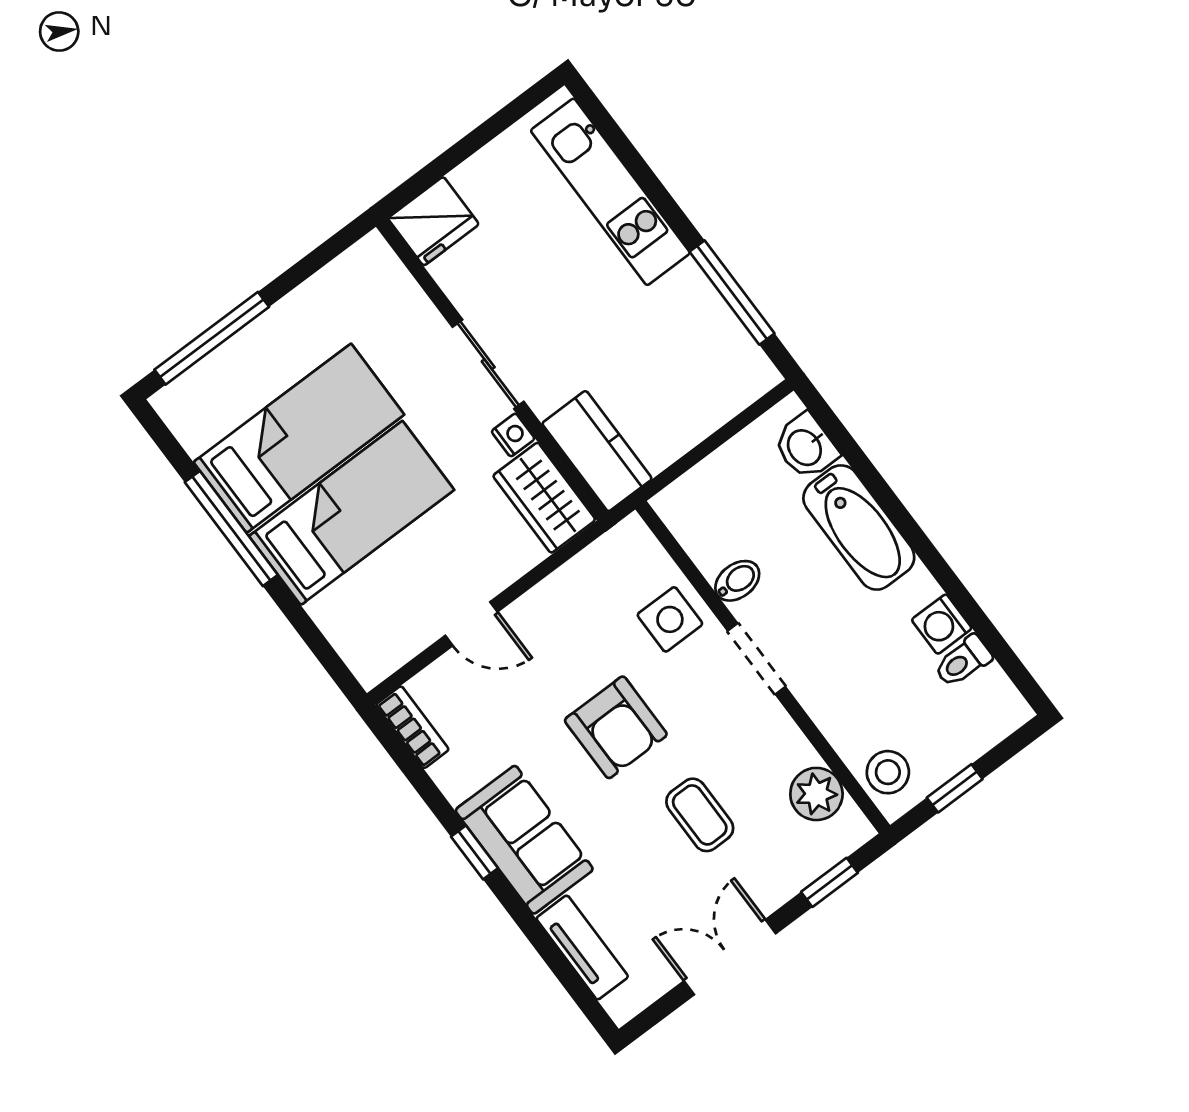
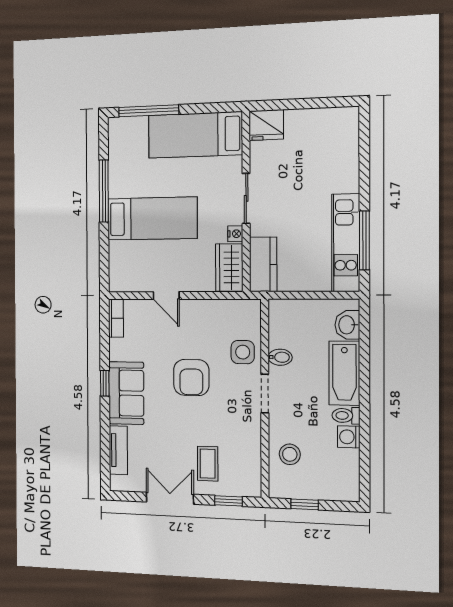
kitchen unit: (610, 192) -> (346, 243), moved
bed: (299, 438) -> (195, 135), moved, turned 180
toilet: (963, 661) -> (346, 416), moved
stool: (888, 772) -> (290, 454), moved
plant: (816, 794) -> (249, 463), removed
coffee table: (700, 815) -> (208, 464), moved

